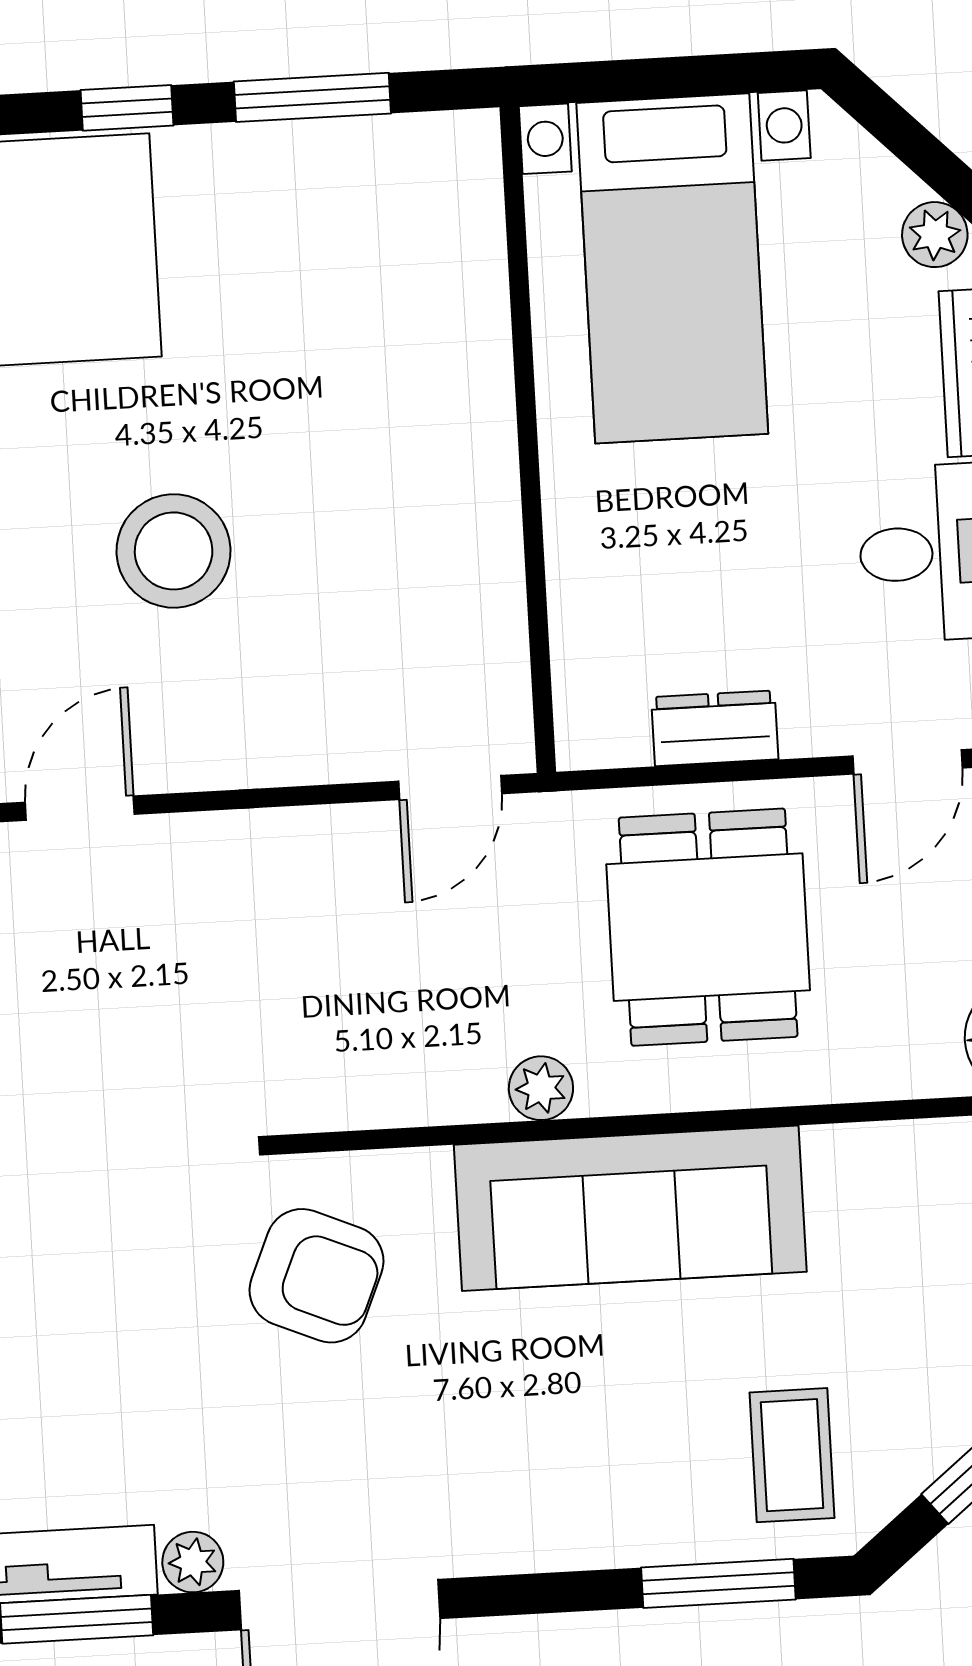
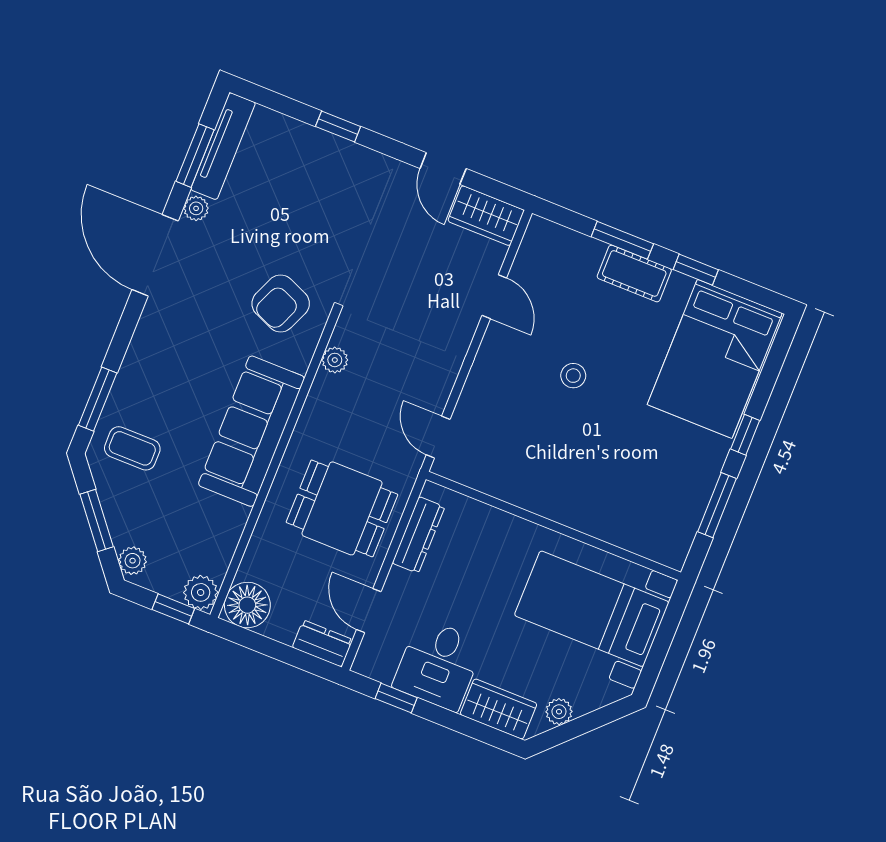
stool: (174, 551) -> (573, 376), width x0.53, depth x0.53
dresser: (715, 728) -> (418, 535), width x1.44
plant: (541, 1088) -> (335, 360), moved

